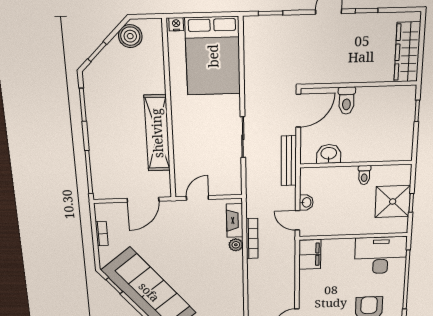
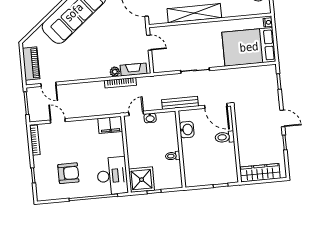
shower: (393, 201) -> (142, 180), moved

